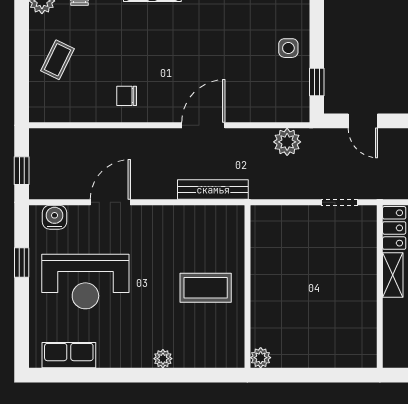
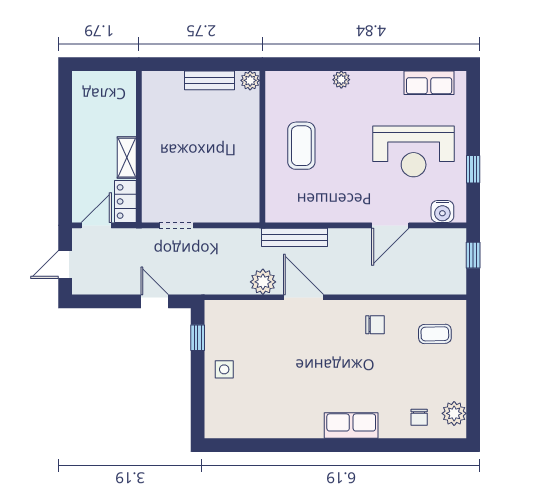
coffee table: (58, 60) -> (435, 334), moved, turned 63
door: (203, 125) -> (303, 297), swing flipped
plant: (287, 142) -> (263, 282), moved
reception desk: (85, 282) -> (414, 151), turned 180
coffee table: (206, 288) -> (301, 146), turned 90
bench: (304, 358) -> (210, 80), added

